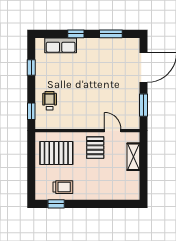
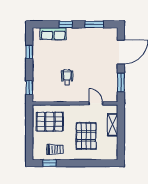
wheelchair: (50, 101) -> (67, 77), moved
pallet: (95, 148) -> (86, 136), moved, width x1.50, depth x1.42

